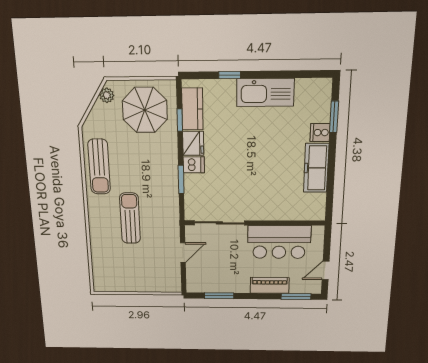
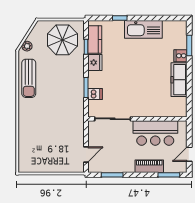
plant: (107, 95) -> (27, 46), moved
dishwasher: (194, 165) -> (95, 94), moved
sun lounger: (130, 218) -> (49, 116), removed
door: (183, 253) -> (86, 154), moved

